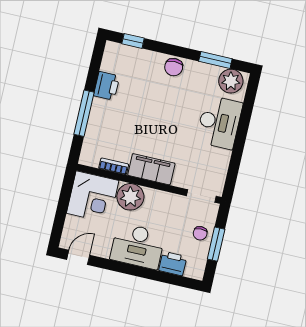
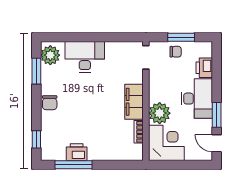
chair: (174, 67) -> (50, 103), turned 90
window: (84, 113) -> (74, 165), moved
window: (112, 265) -> (217, 115), added

